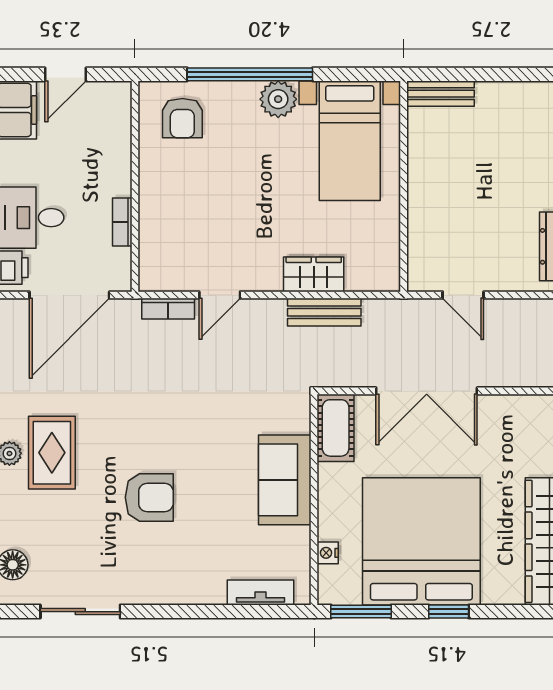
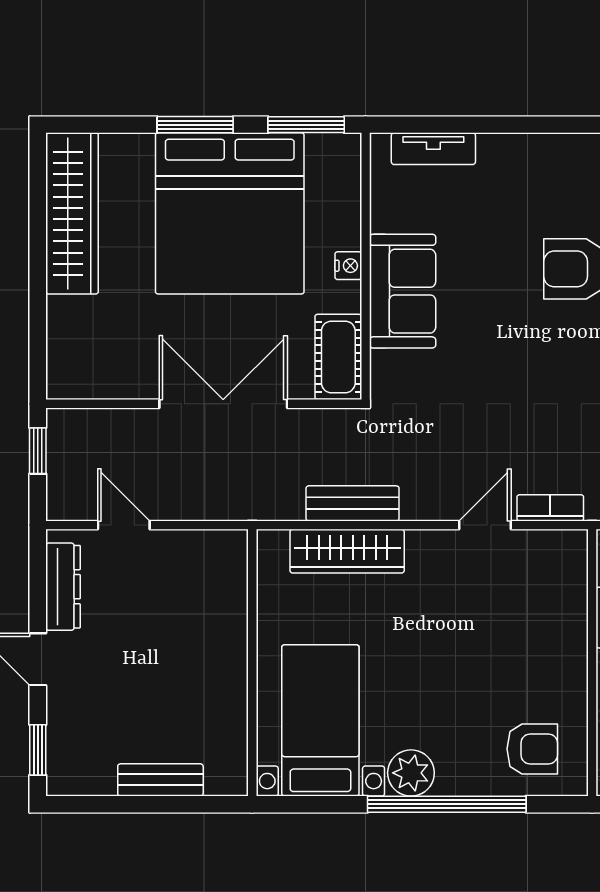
bench: (440, 94) -> (160, 780), moved
armchair: (182, 118) -> (532, 749), turned 90
wardrobe: (314, 274) -> (347, 551), width x1.50
door: (463, 295) -> (124, 525), moved
nightstand: (328, 553) -> (348, 266), moved
window: (449, 612) -> (195, 125), width x1.50

